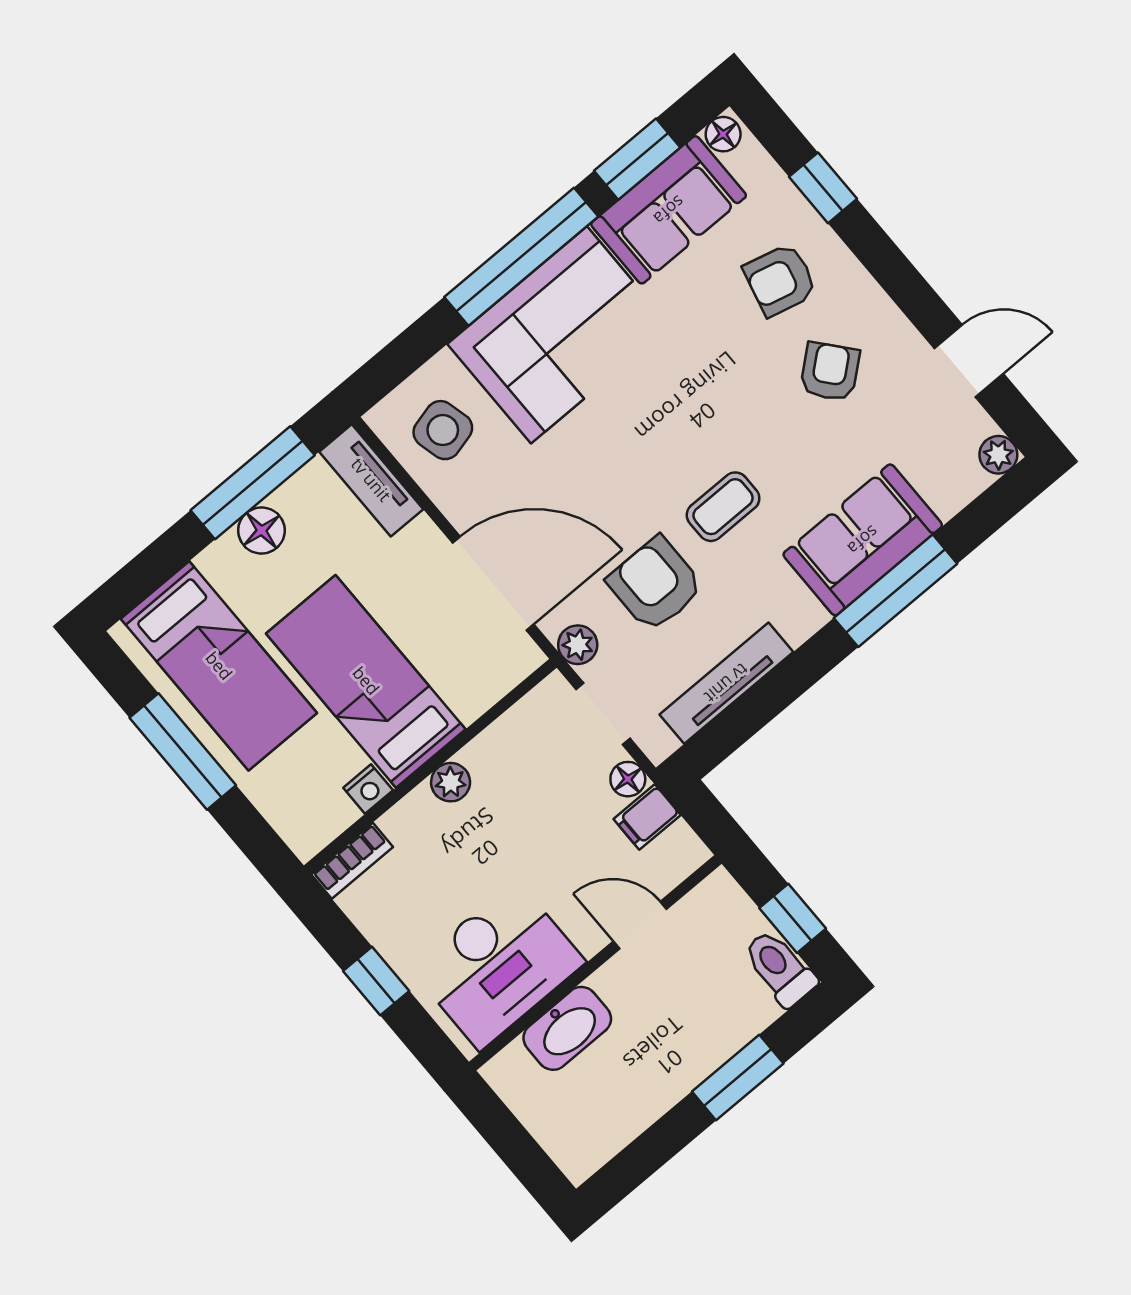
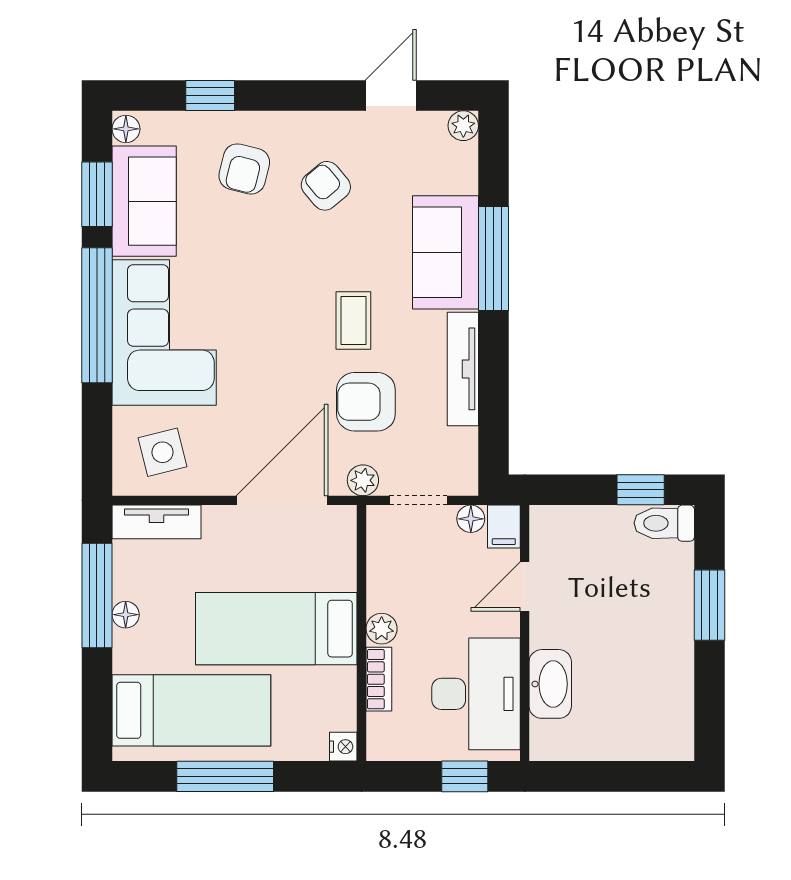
floor lamp: (261, 530) -> (126, 615), width x0.73, depth x0.73
tv unit: (726, 683) -> (463, 369), moved
nightstand: (368, 789) -> (343, 747), moved
bookcase: (352, 861) -> (379, 679), moved
door: (640, 925) -> (525, 586), moved
wall: (595, 963) -> (525, 633), moved
desk: (498, 965) -> (476, 694), moved
washbasin: (567, 1028) -> (550, 684), moved

